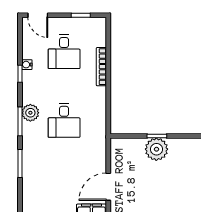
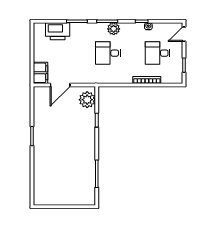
plant: (156, 149) -> (87, 100), moved
door: (108, 187) -> (60, 85), swing flipped
printer: (34, 190) -> (58, 31), added

